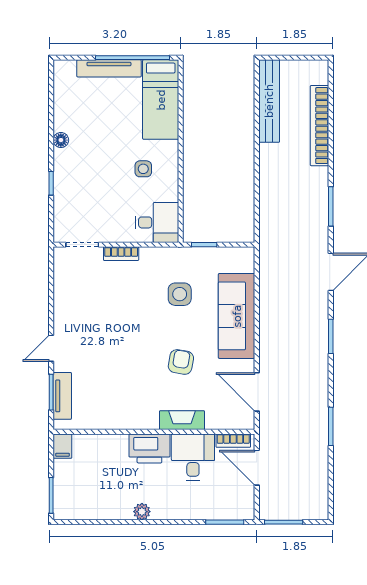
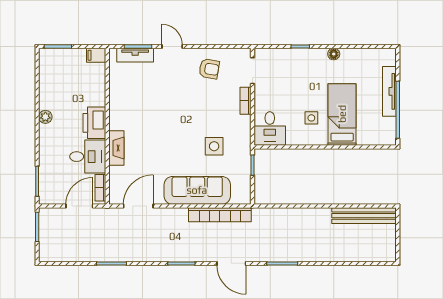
bed: (161, 100) -> (342, 114), moved, turned 90
bookcase: (320, 126) -> (220, 215), moved, turned 180
armchair: (181, 362) -> (209, 69), moved

